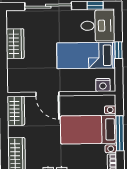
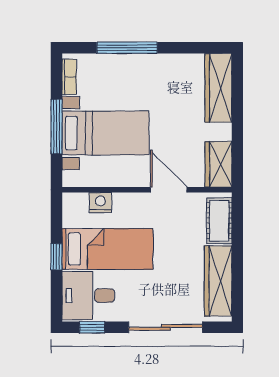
wardrobe: (15, 44) -> (218, 281), width x1.50
cot: (15, 75) -> (219, 221), added
nightstand: (103, 85) -> (100, 203), moved

